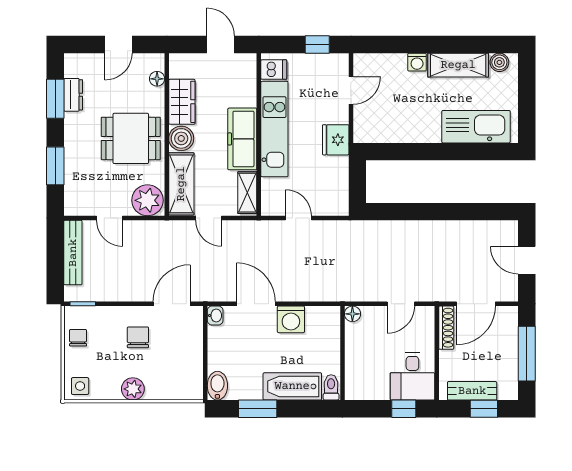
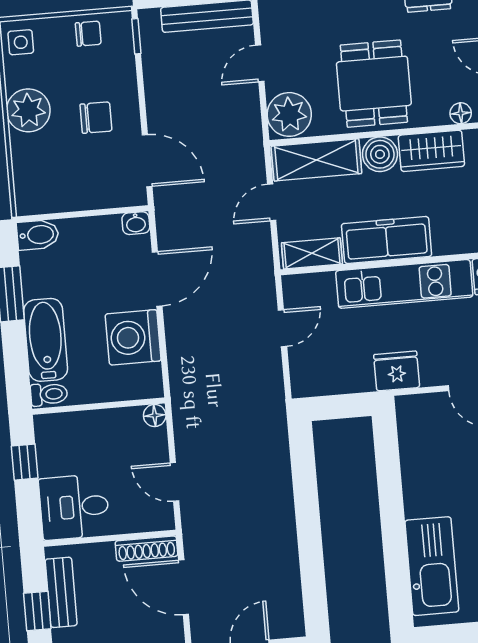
washing machine: (291, 319) -> (133, 337), width x1.37, depth x1.37
plant: (133, 389) -> (28, 110), width x1.36, depth x1.36
window: (404, 409) -> (25, 462), moved

